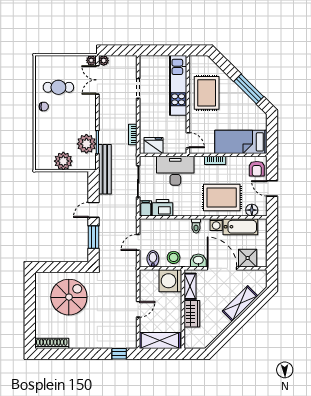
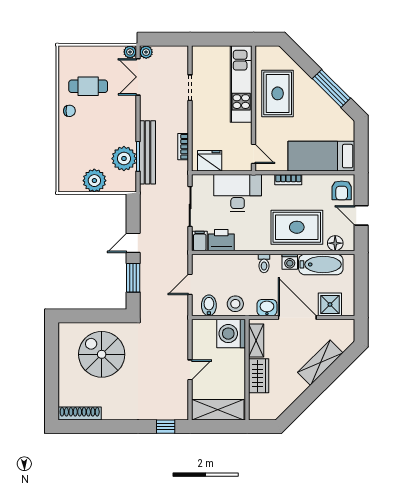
bench: (105, 169) -> (148, 152), moved
spiral stairs: (69, 297) -> (102, 354), turned -90

